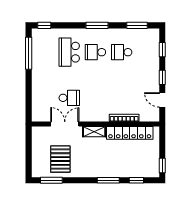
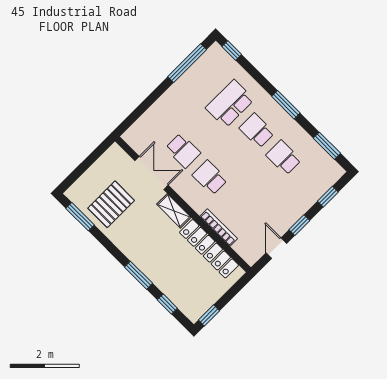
school desk: (95, 98) -> (210, 177), added

